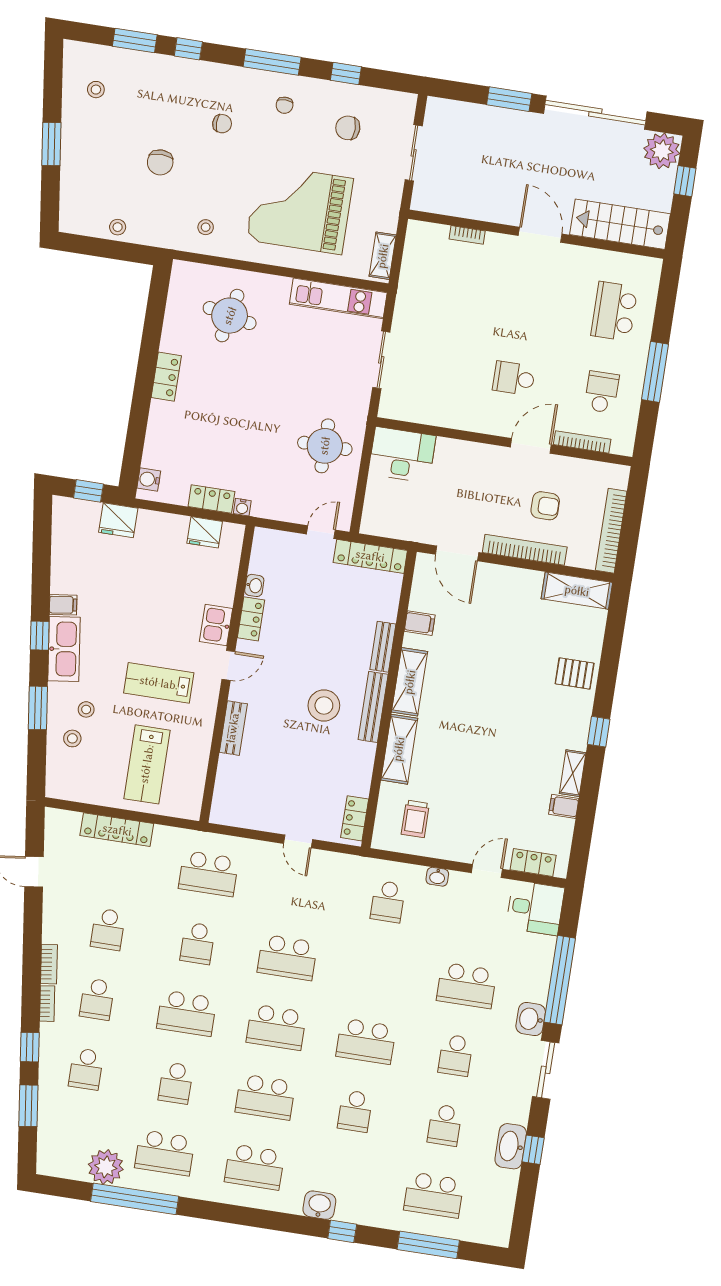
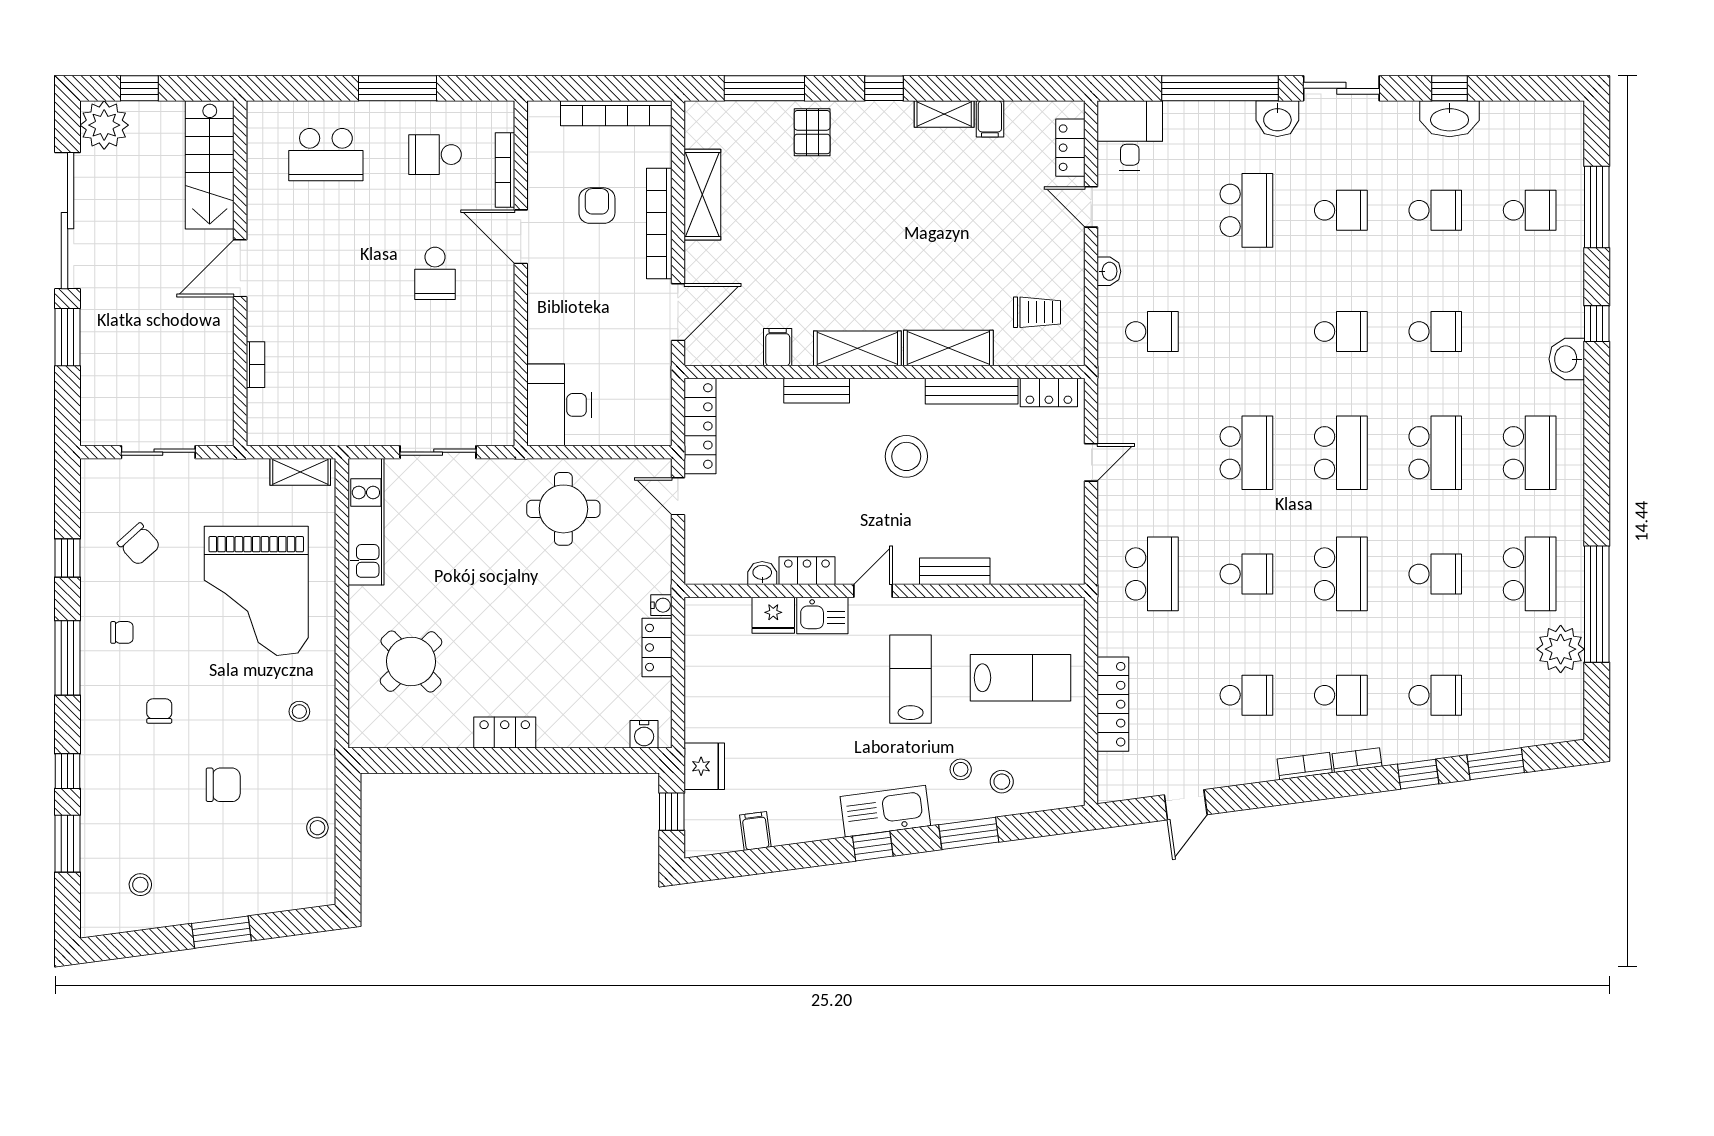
chair: (348, 128) -> (139, 544), turned -42
round table: (230, 316) -> (411, 661), turned 34
fridge: (205, 532) -> (773, 615), moved, turned 90
shelving: (577, 591) -> (702, 195), moved
filing cabinet: (63, 605) -> (755, 831), moved
window: (612, 643) -> (764, 88), added
door: (228, 665) -> (873, 591), hinge flipped
lab bench: (159, 683) -> (911, 679), turned 180
bench: (373, 707) -> (972, 391), moved
school desk: (366, 1041) -> (1341, 332), width x0.54
school desk: (434, 1195) -> (1530, 210), width x0.54

